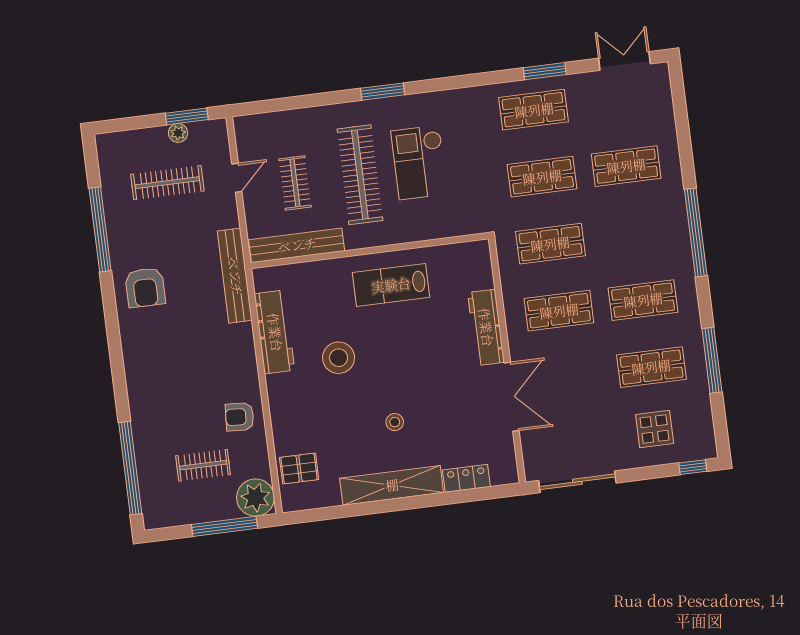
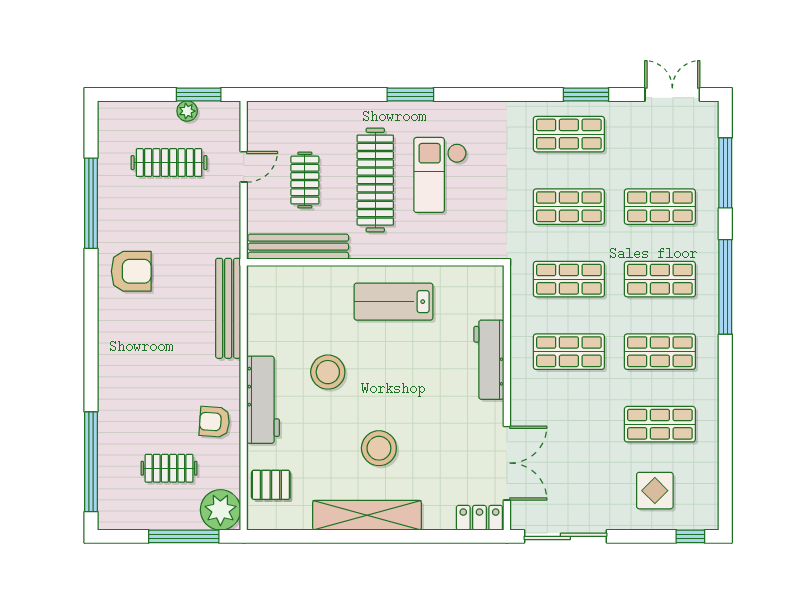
shop shelf: (635, 233) -> (660, 279), added
bench: (235, 276) -> (228, 308), moved
armchair: (145, 288) -> (131, 271), turned -90
workbench: (275, 332) -> (263, 400), moved
window: (712, 360) -> (725, 173), moved
double door: (512, 397) -> (507, 463), moved
stool: (395, 422) -> (379, 448), width x1.89, depth x1.89
locker: (466, 478) -> (479, 518), moved

